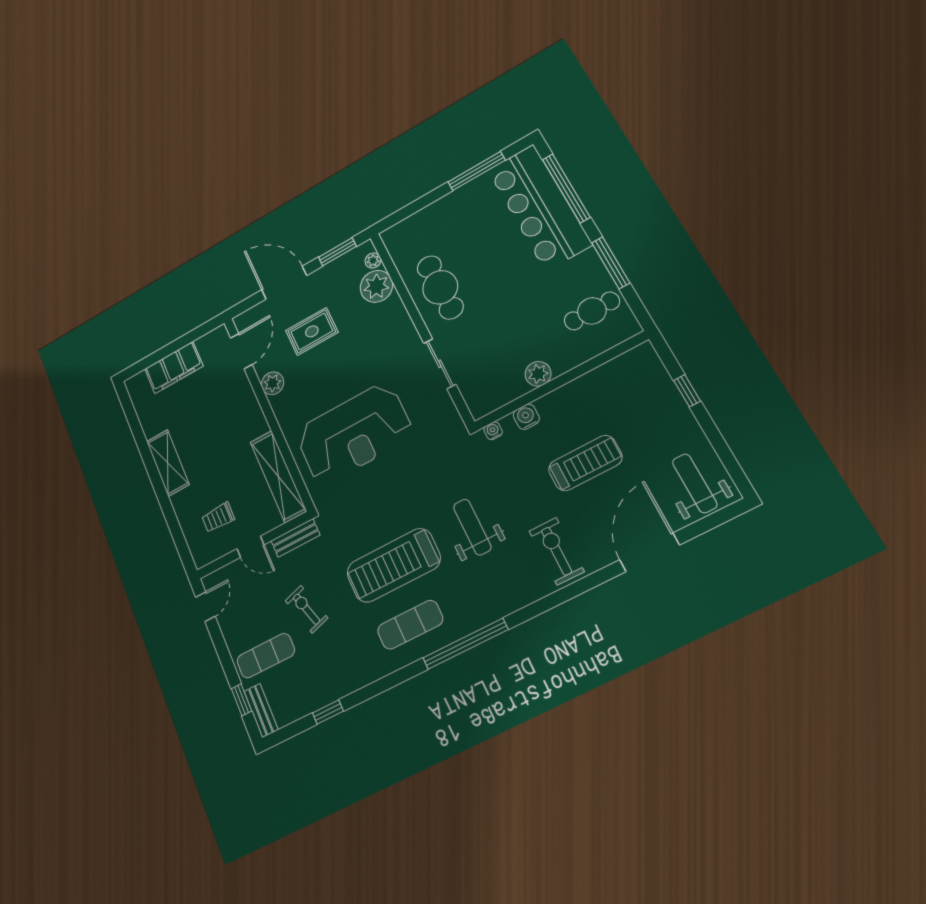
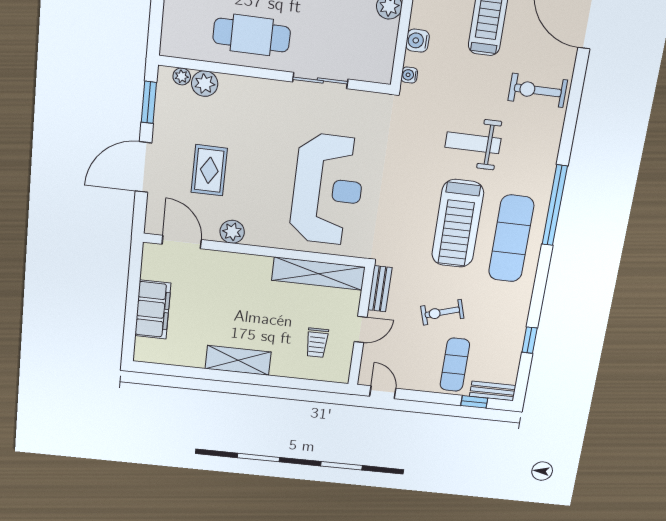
plant: (376, 286) -> (205, 84), width x0.73, depth x0.73
exercise mat: (410, 625) -> (511, 239), width x1.36, depth x1.45

